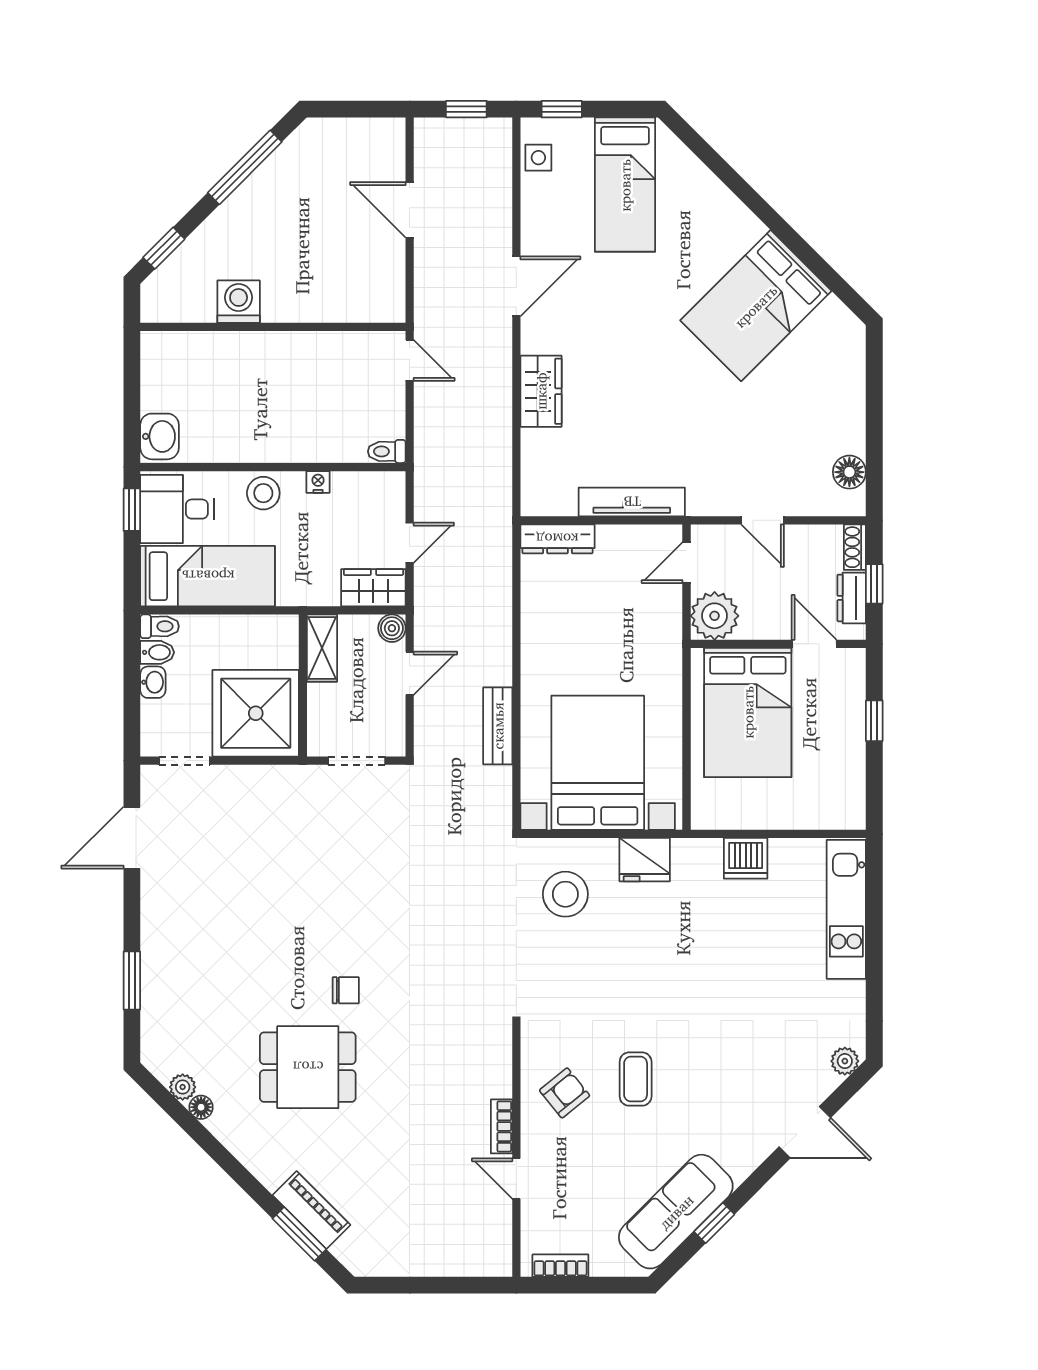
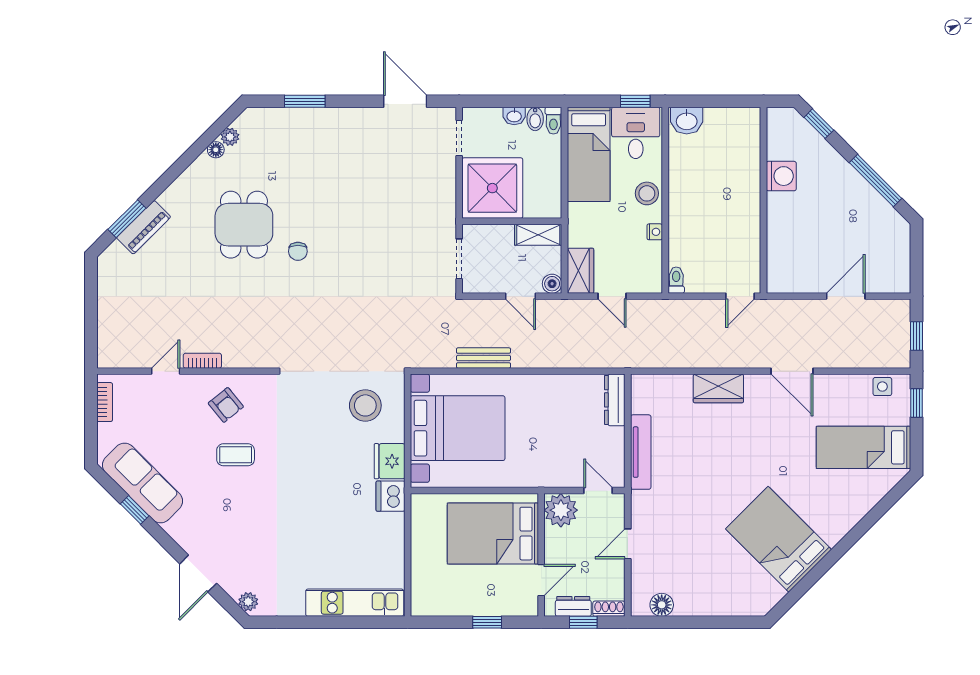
dishwasher: (746, 858) -> (391, 496), moved

